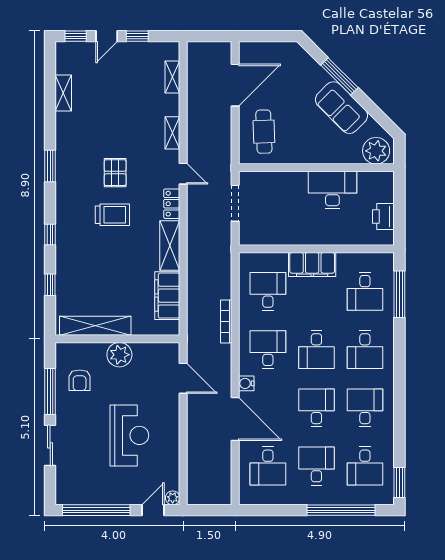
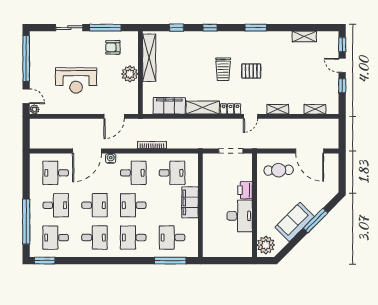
printer: (383, 217) -> (245, 190), moved, turned -90

